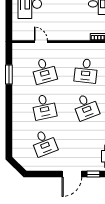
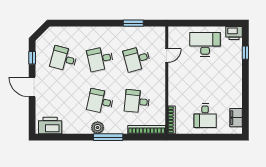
desk: (86, 107) -> (100, 101), turned 33
desk: (44, 143) -> (64, 59), turned 36
window: (93, 174) -> (32, 58), moved

